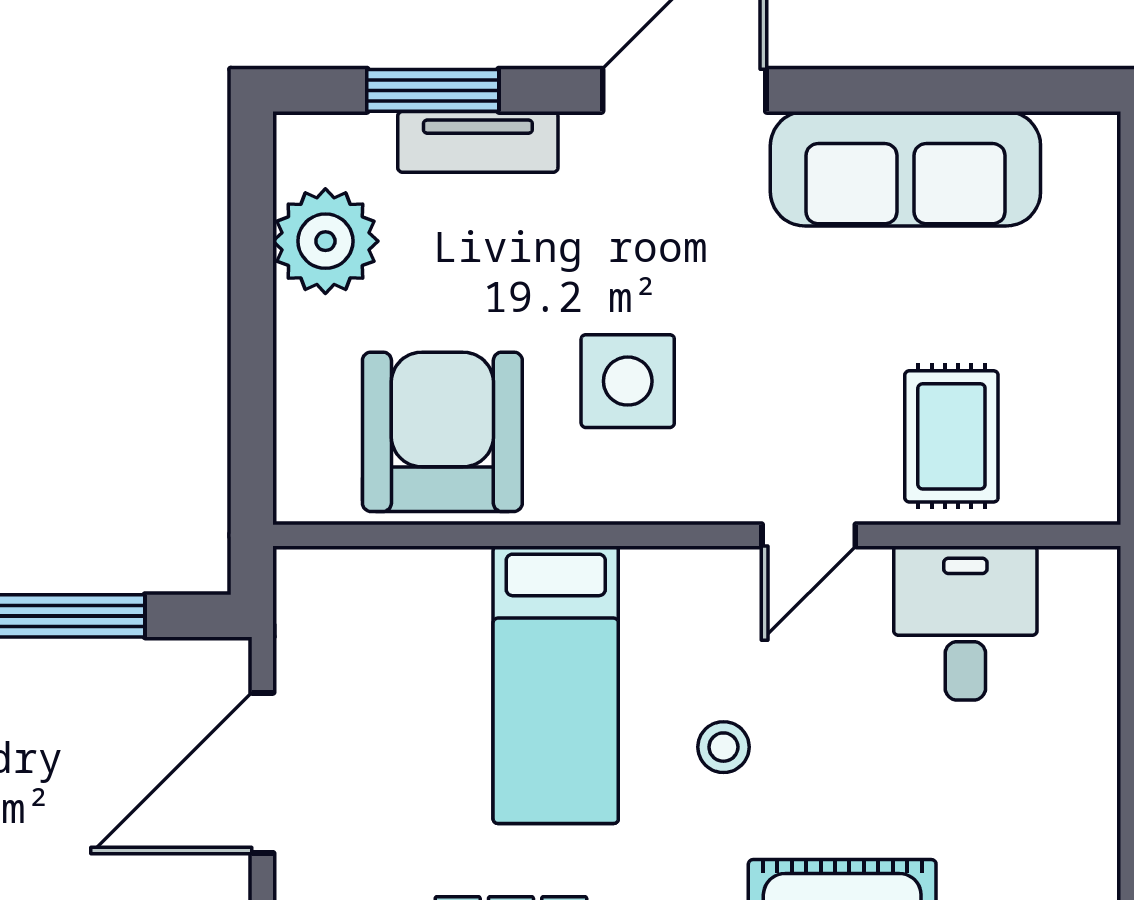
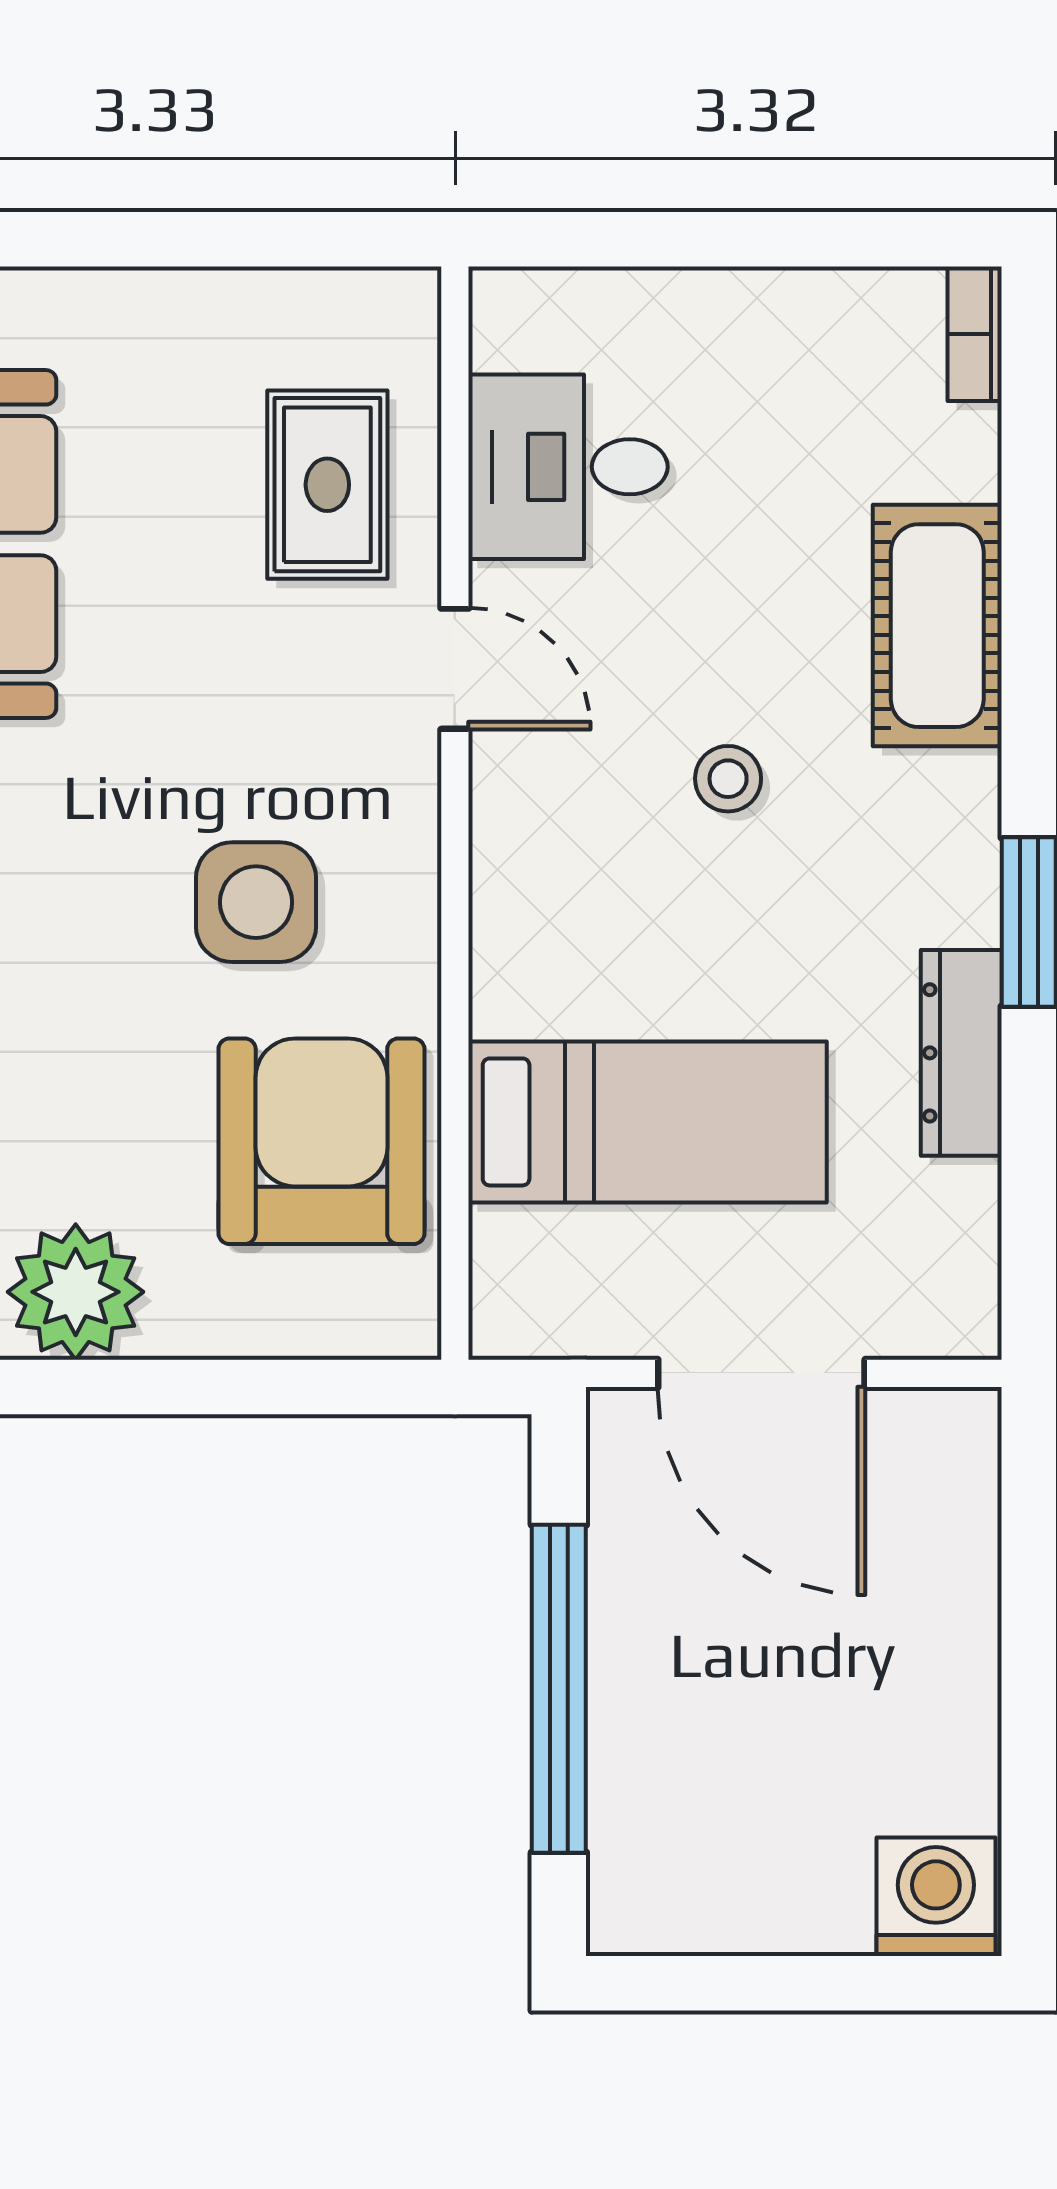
armchair: (442, 432) -> (321, 1141), turned 90
rug: (951, 436) -> (327, 485), turned 90
bed: (556, 685) -> (648, 1122), moved

